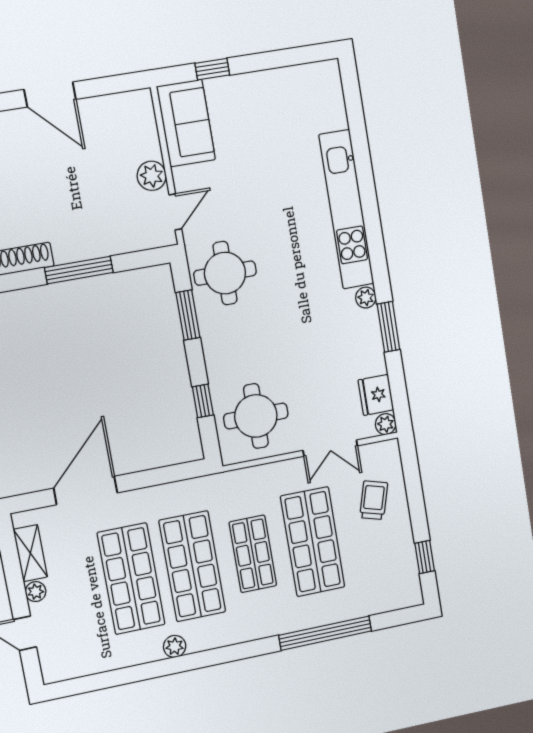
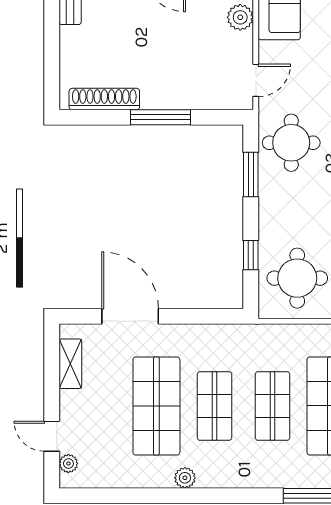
plant: (152, 176) -> (240, 17), moved
door: (86, 490) -> (130, 316), hinge flipped
shop shelf: (192, 566) -> (214, 406), width x0.70, depth x0.74
plant: (36, 592) -> (68, 463), moved

